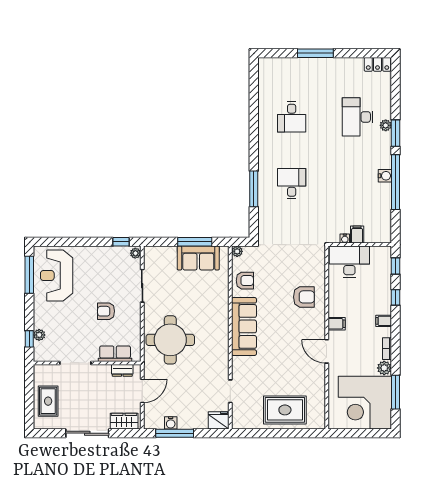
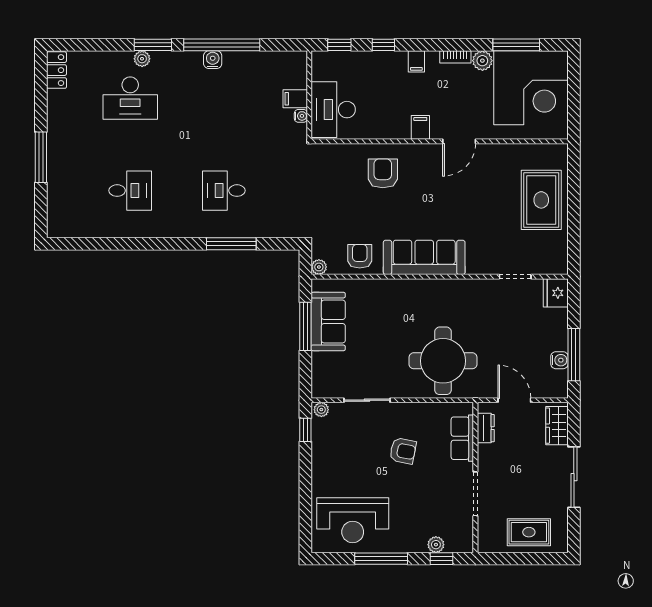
window: (29, 275) -> (381, 559), moved
armchair: (106, 311) -> (403, 451), turned -79

